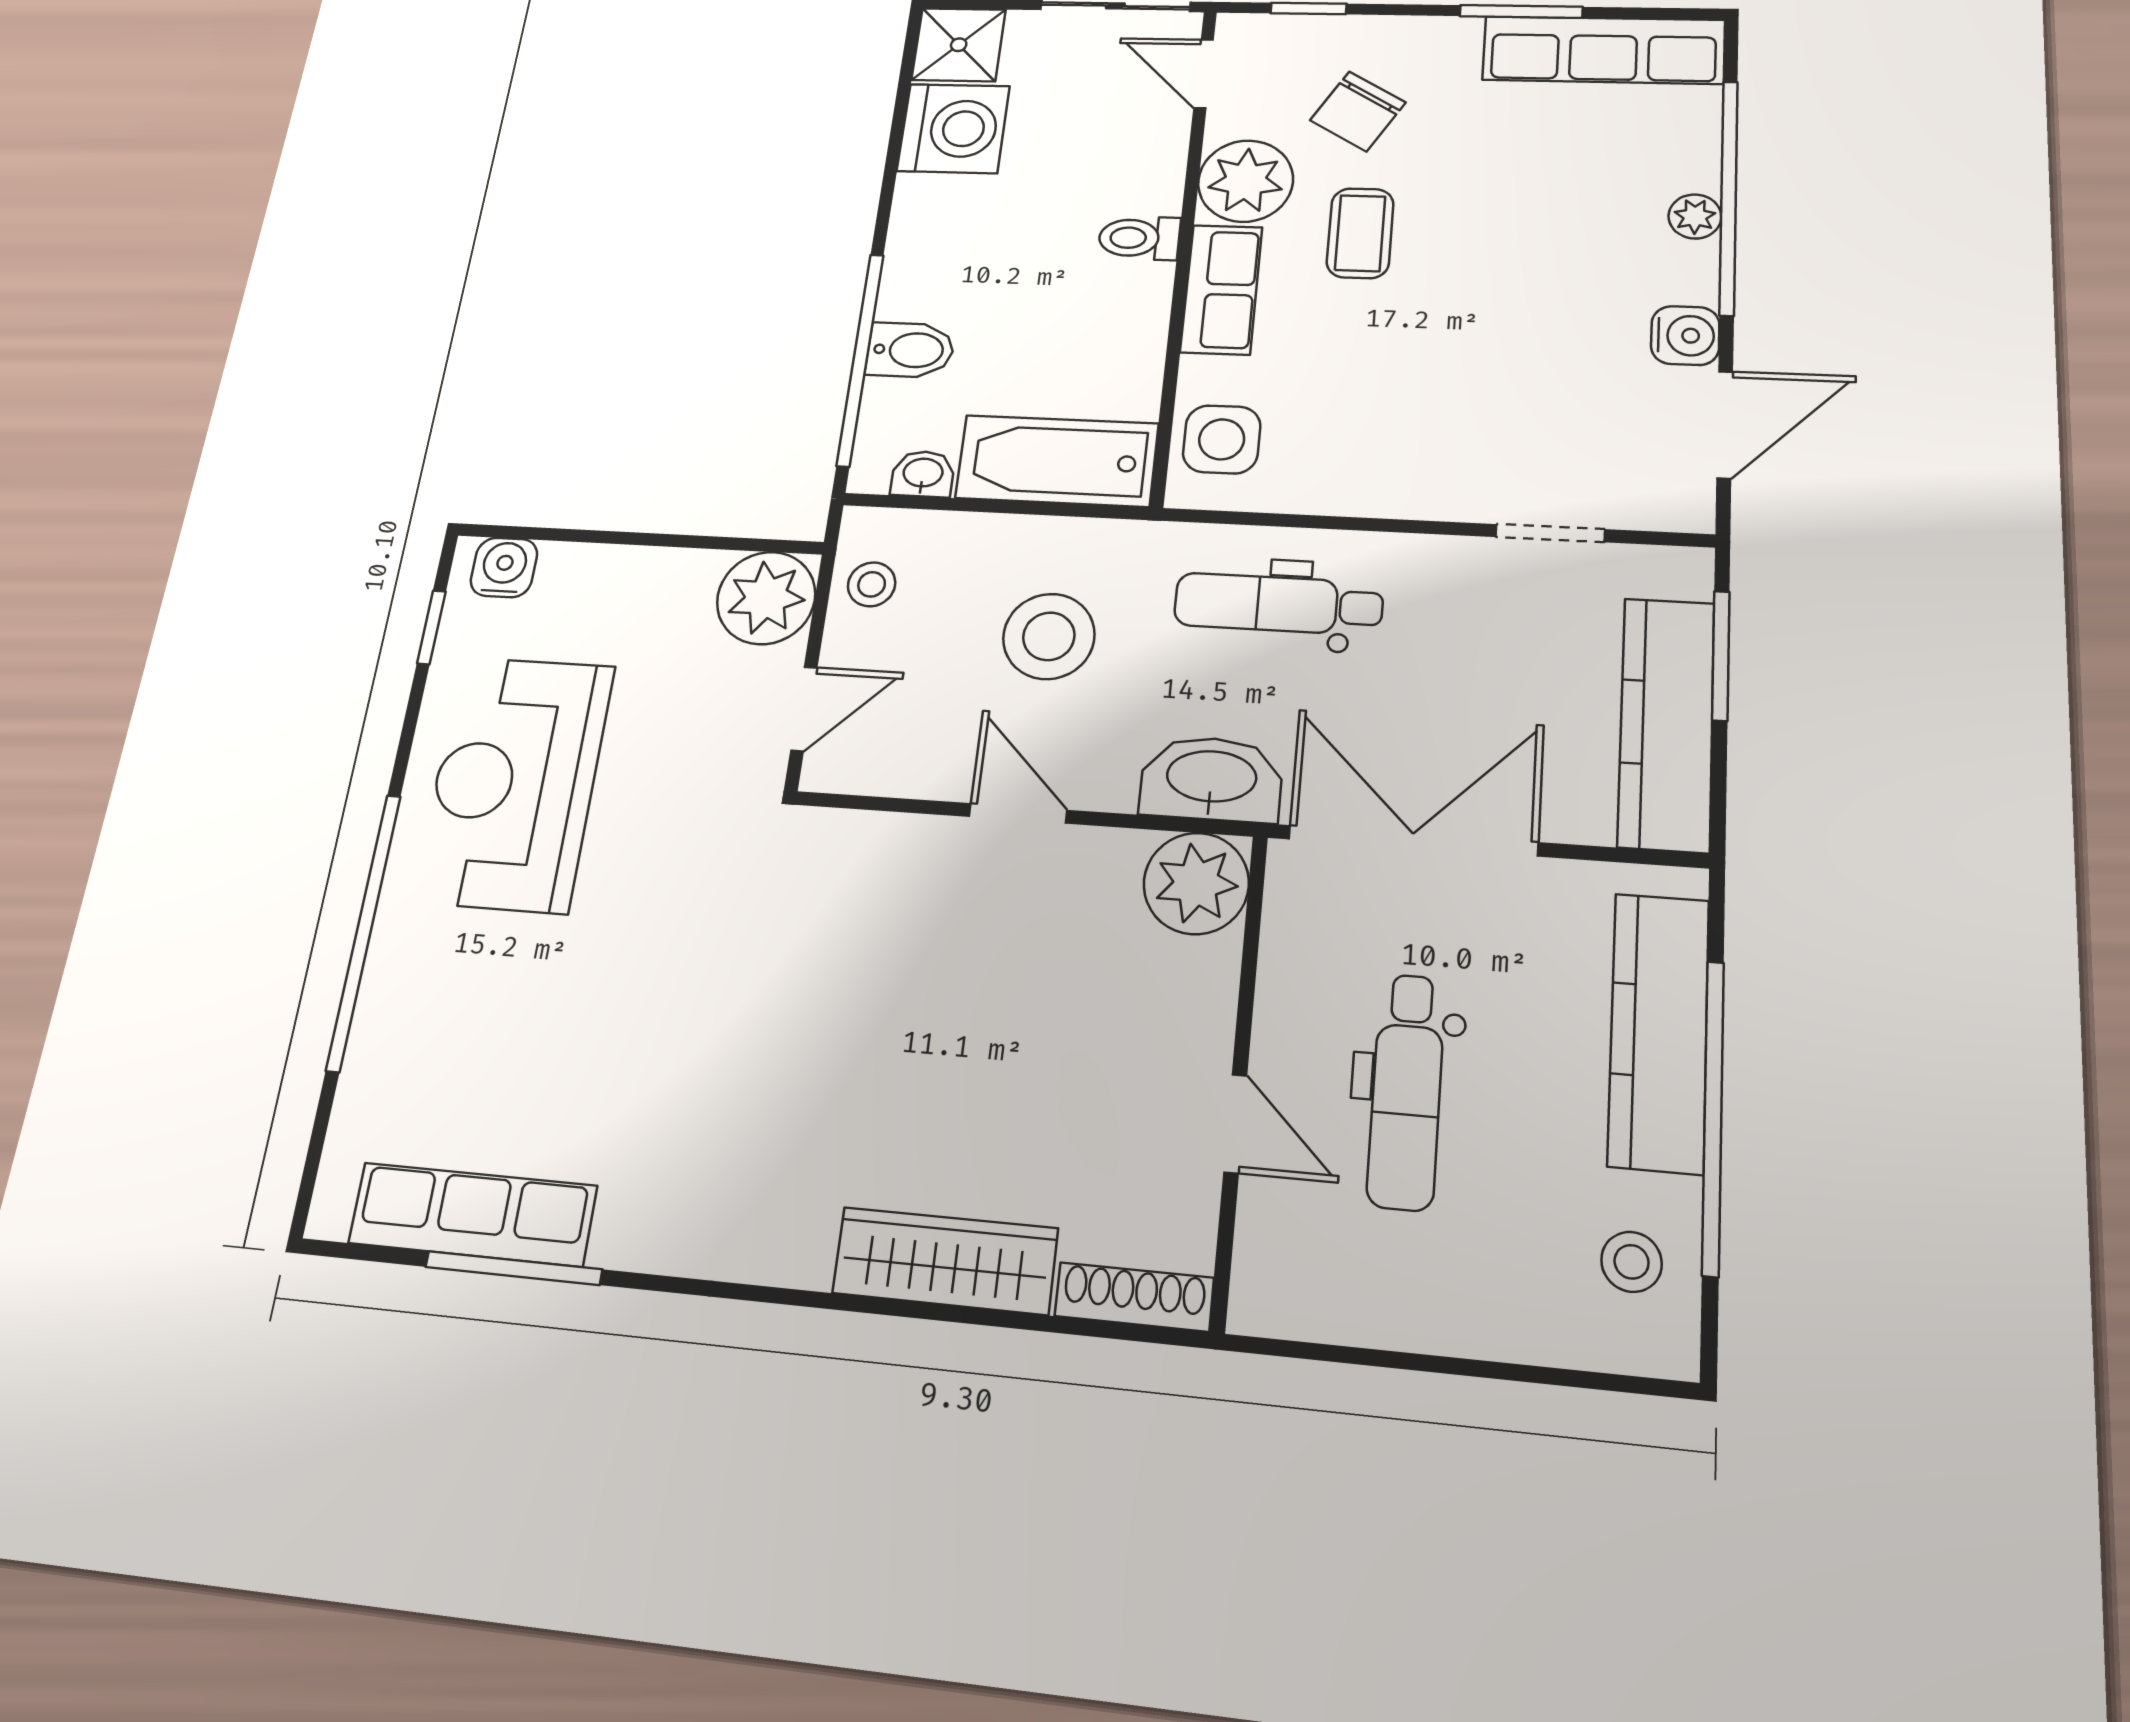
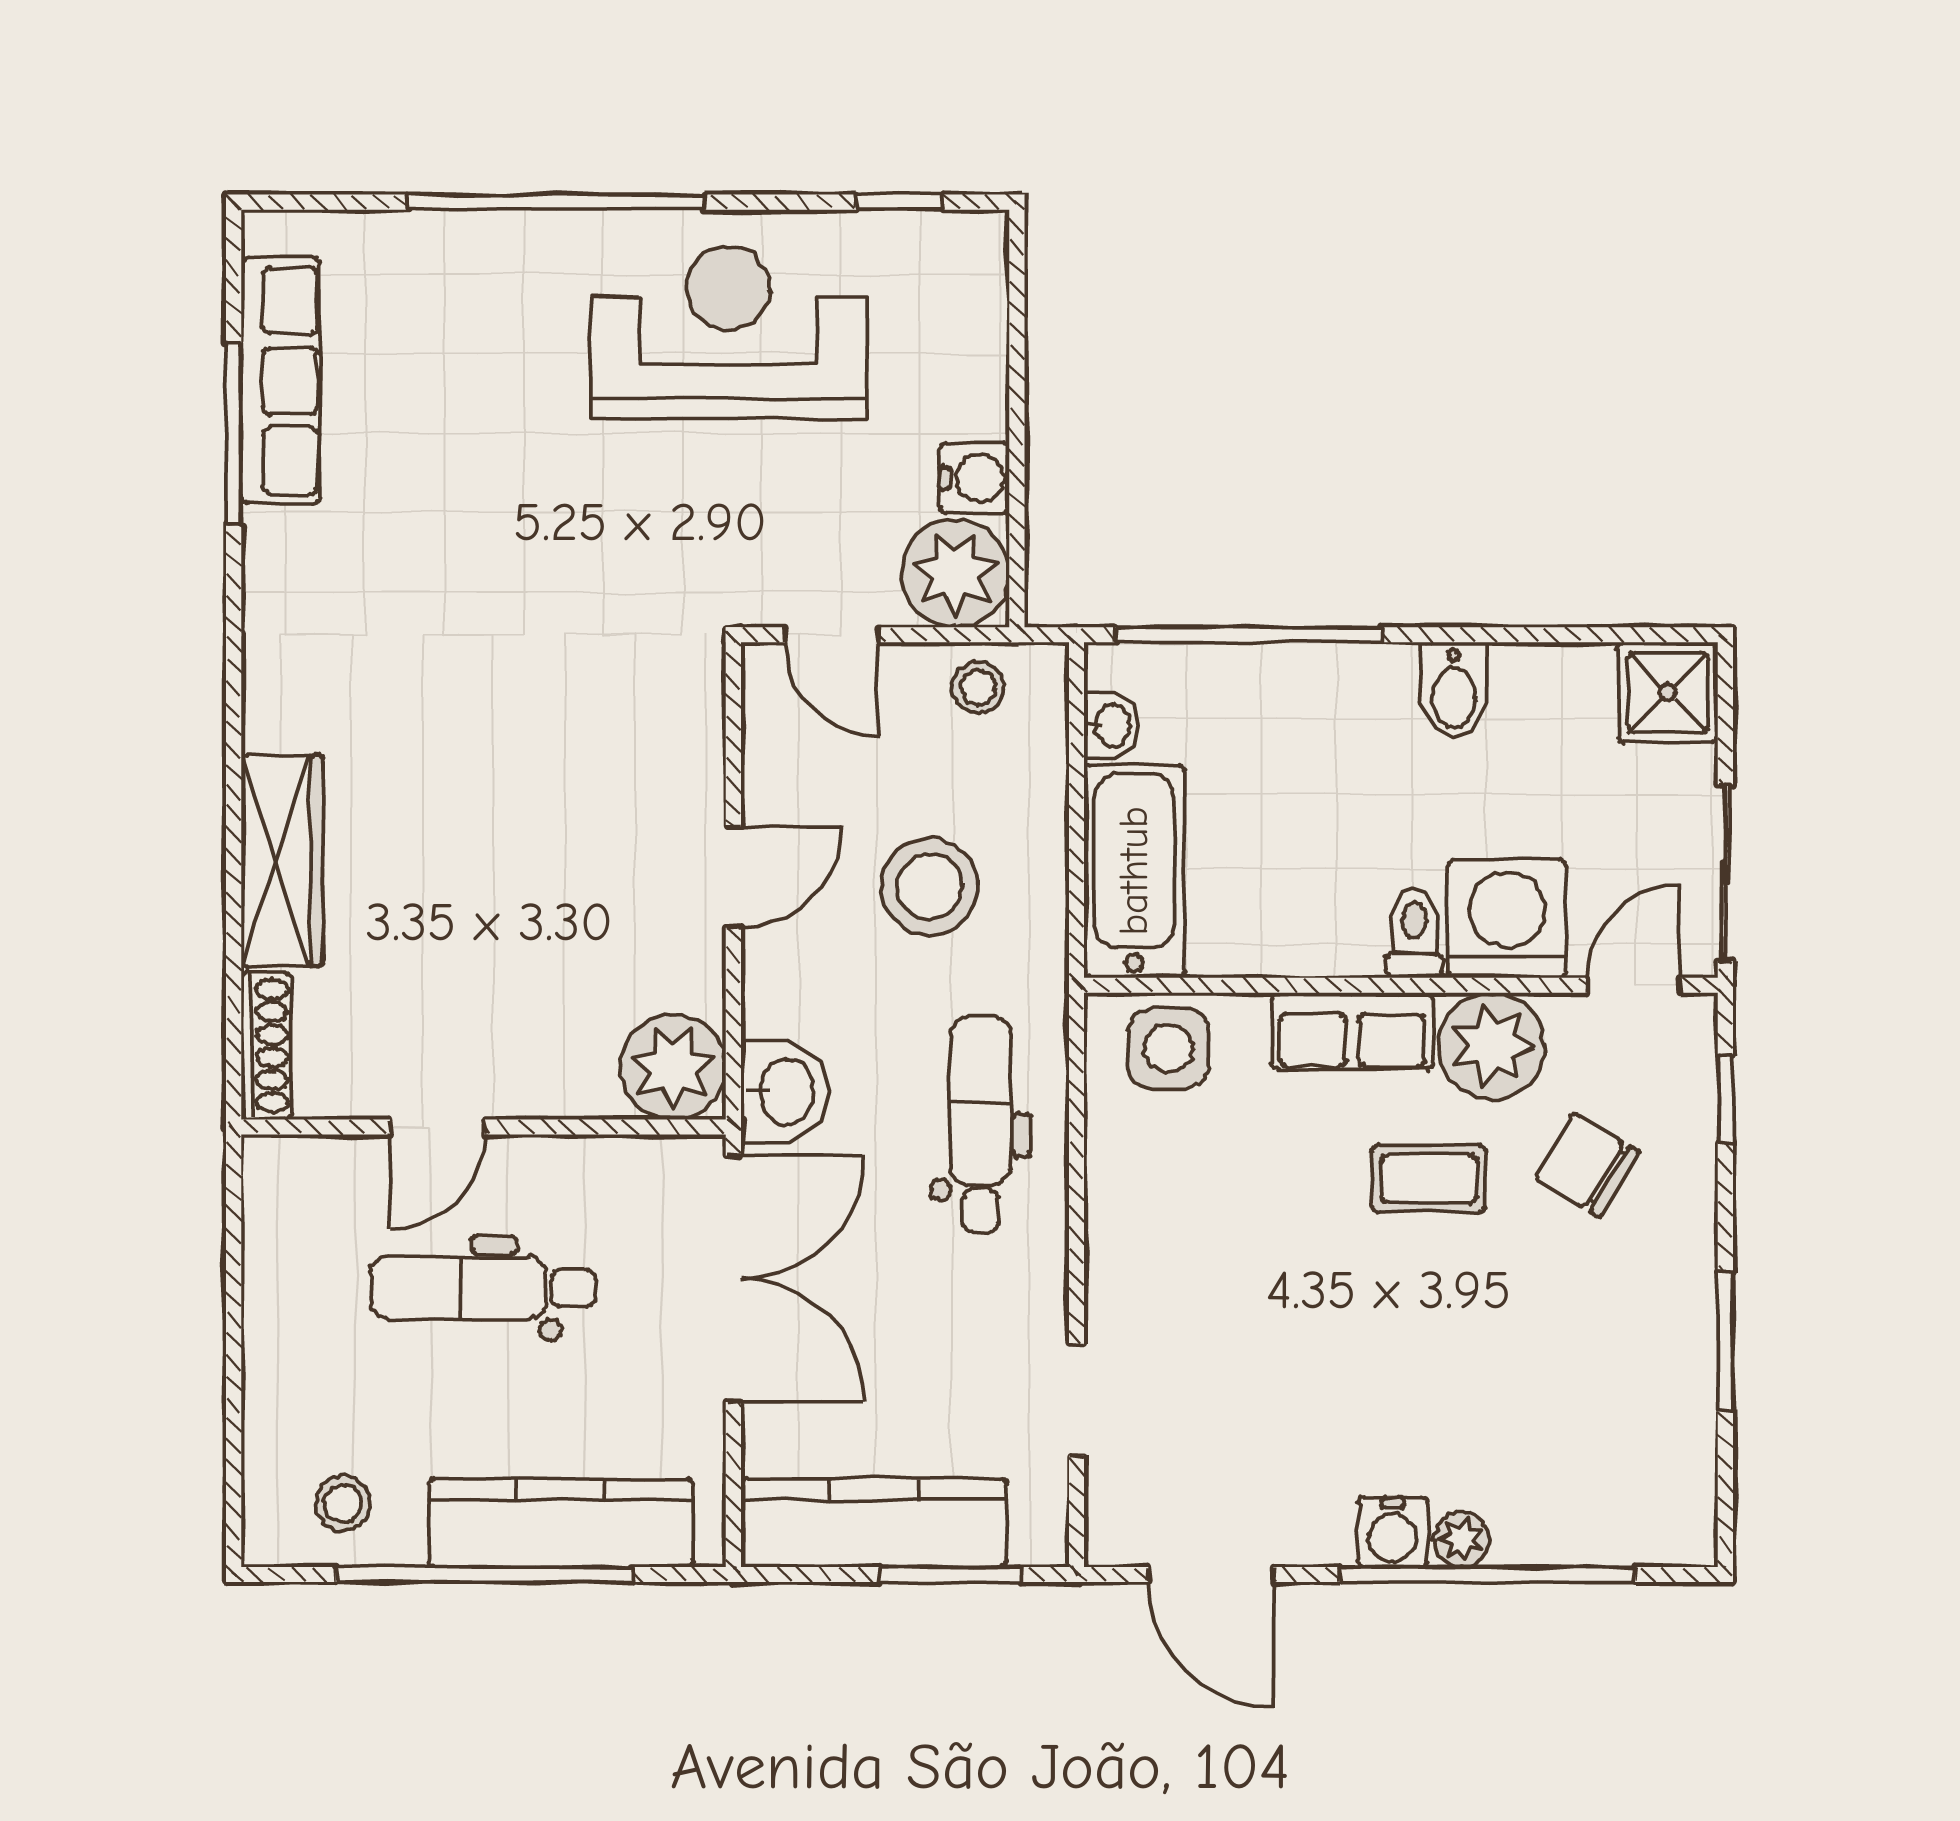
row of seats: (1603, 50) -> (1675, 1435), removed
washing machine: (953, 129) -> (1507, 919), moved, turned 180
water cooler: (1685, 336) -> (1393, 1532), moved
bidet: (910, 350) -> (1454, 690), moved
water cooler: (504, 567) -> (974, 478), moved
washbasin: (1211, 779) -> (784, 1092), width x0.72

